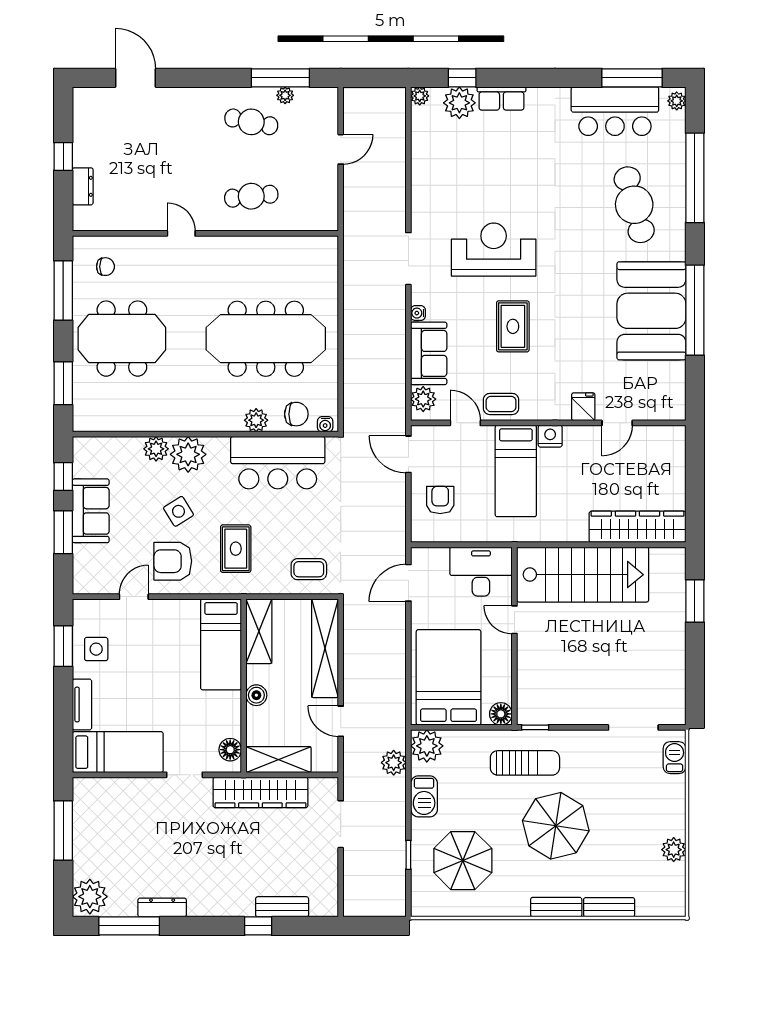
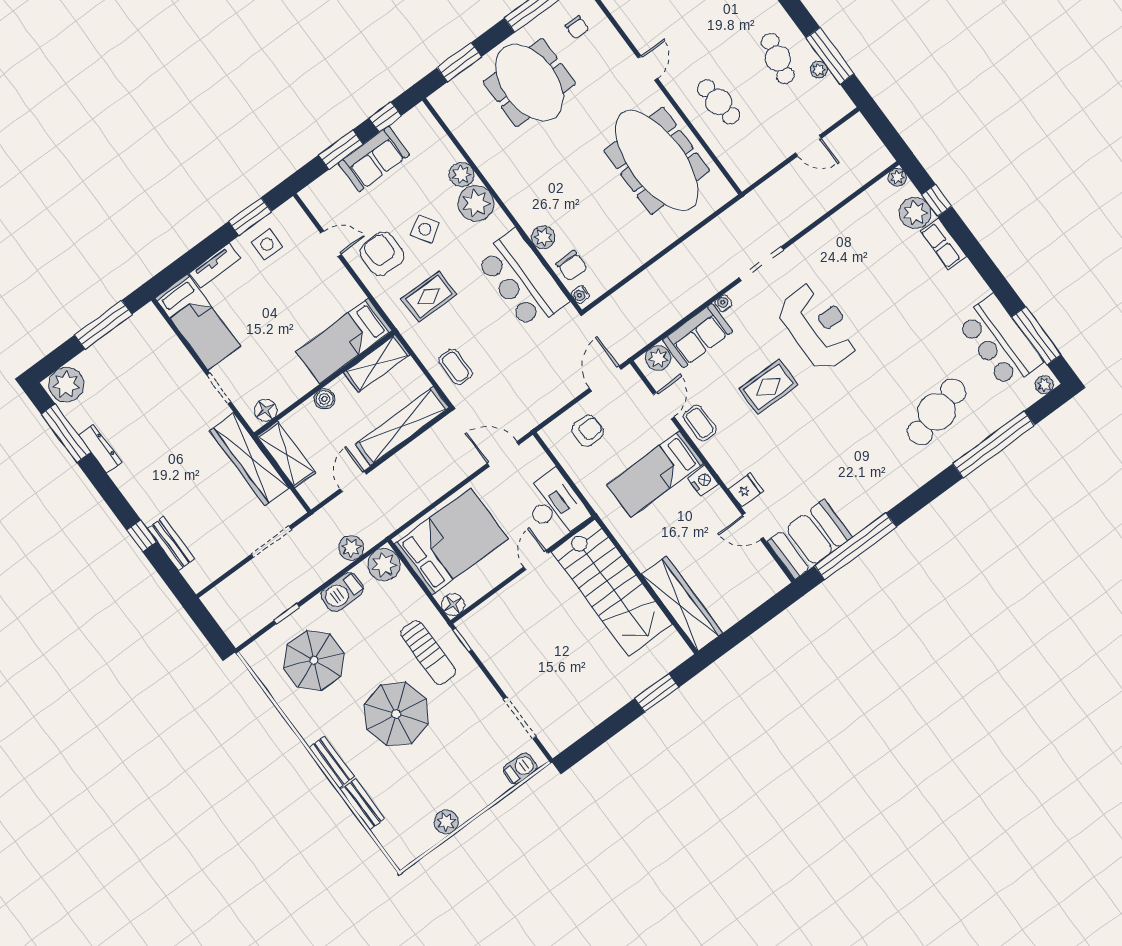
window: (695, 310) -> (855, 546), moved
booth: (651, 311) -> (809, 539), moved, width x0.73, depth x0.70
meeting table: (266, 339) -> (657, 161), moved

